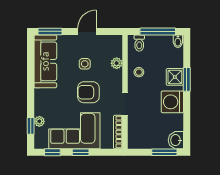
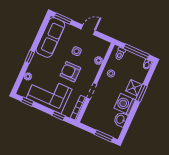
window: (31, 126) -> (30, 57), moved
washbasin: (176, 140) -> (121, 119), moved
window: (81, 152) -> (59, 116), moved

